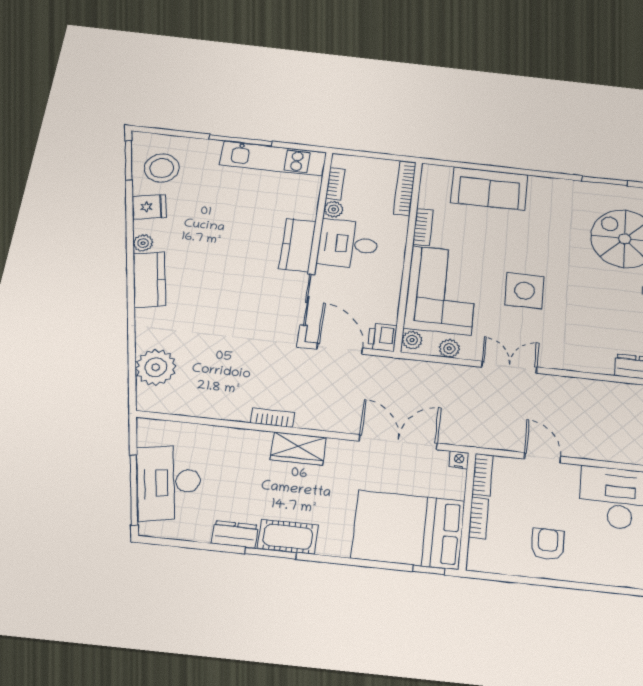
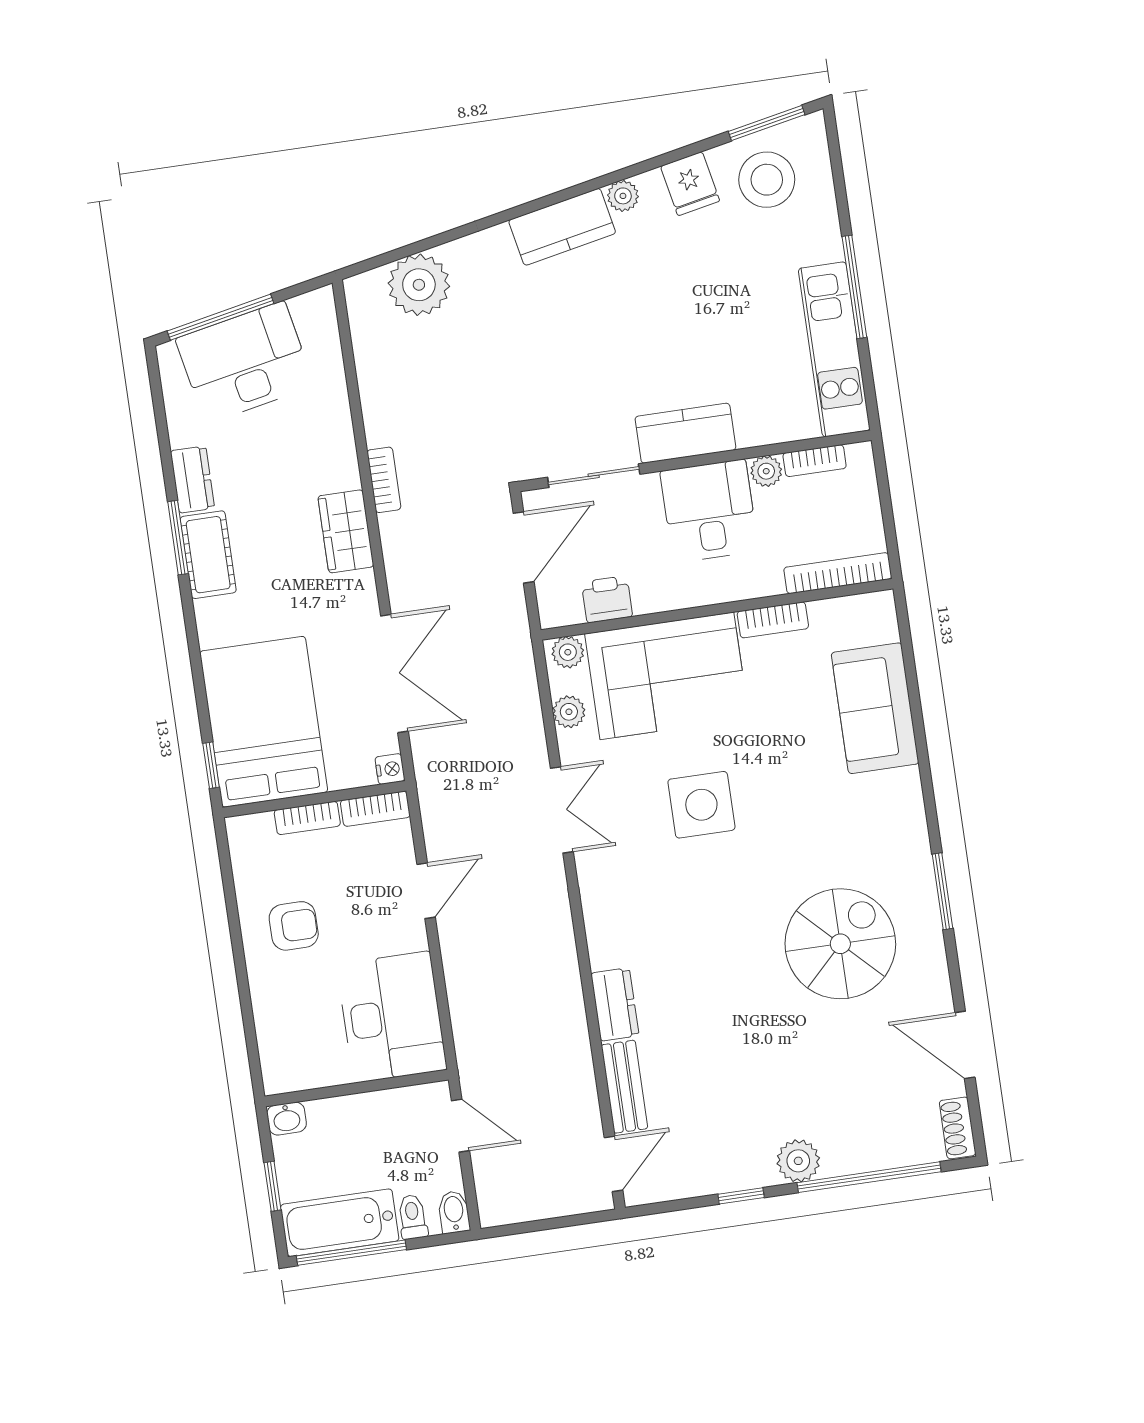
printer: (382, 337) -> (607, 599), moved

